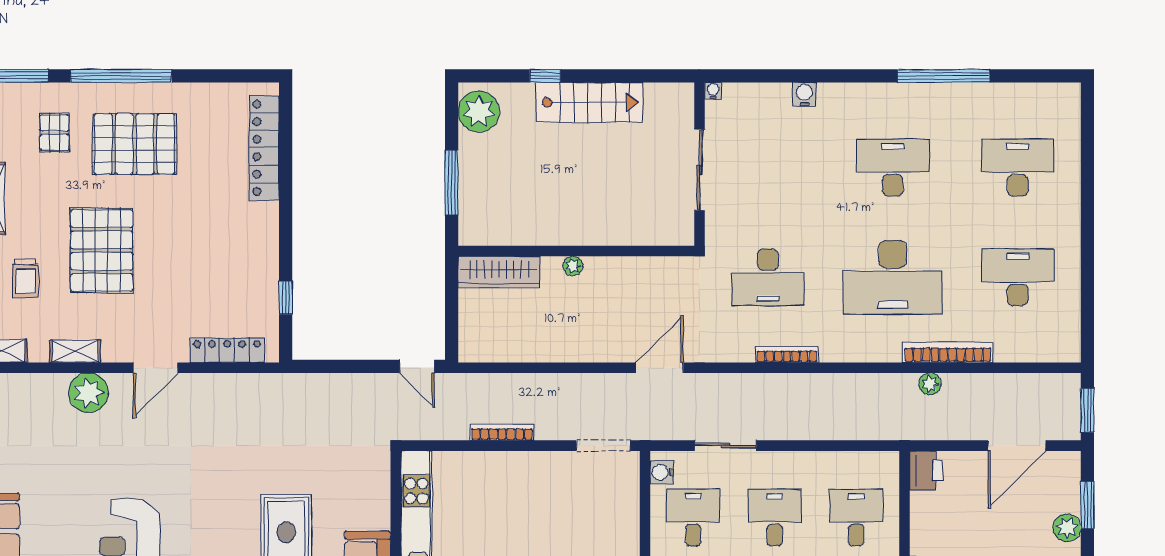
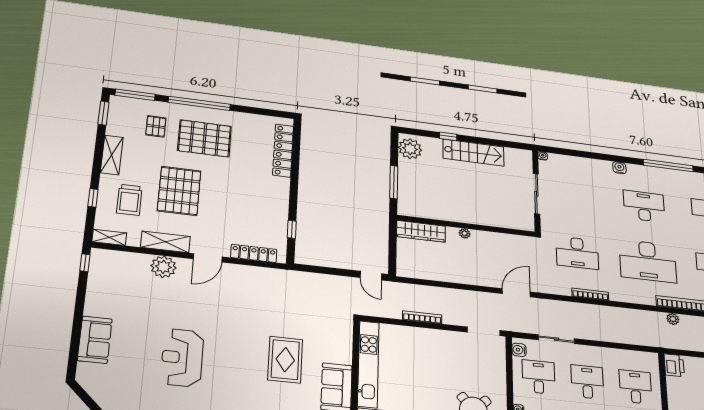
water cooler: (804, 94) -> (619, 168), moved
trolley: (25, 278) -> (129, 200), width x1.36, depth x1.39
shelving: (75, 351) -> (165, 242), width x1.50, depth x1.33

